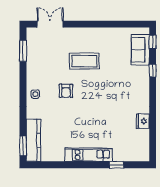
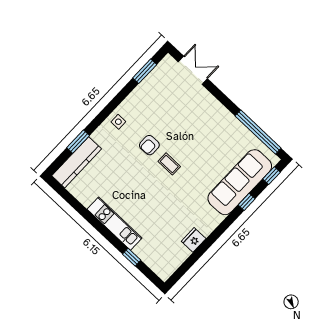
window: (121, 24) -> (258, 132), added
sofa: (140, 50) -> (240, 182), width x1.85, depth x1.27
coffee table: (84, 61) -> (169, 164), moved, width x0.54, depth x0.58
window: (23, 146) -> (78, 142), moved

